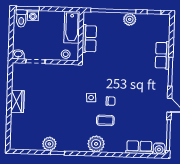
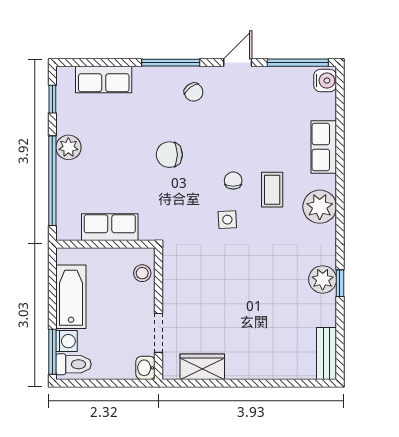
bathtub: (72, 27) -> (71, 297), moved, turned -90
row of seats: (162, 55) -> (104, 80), moved
chair: (124, 70) -> (169, 155), added
chair: (155, 83) -> (194, 92), added
wardrobe: (17, 101) -> (202, 367), moved
plant: (49, 144) -> (323, 279), moved
bench: (23, 145) -> (326, 353), added
row of seats: (139, 147) -> (324, 147), moved

